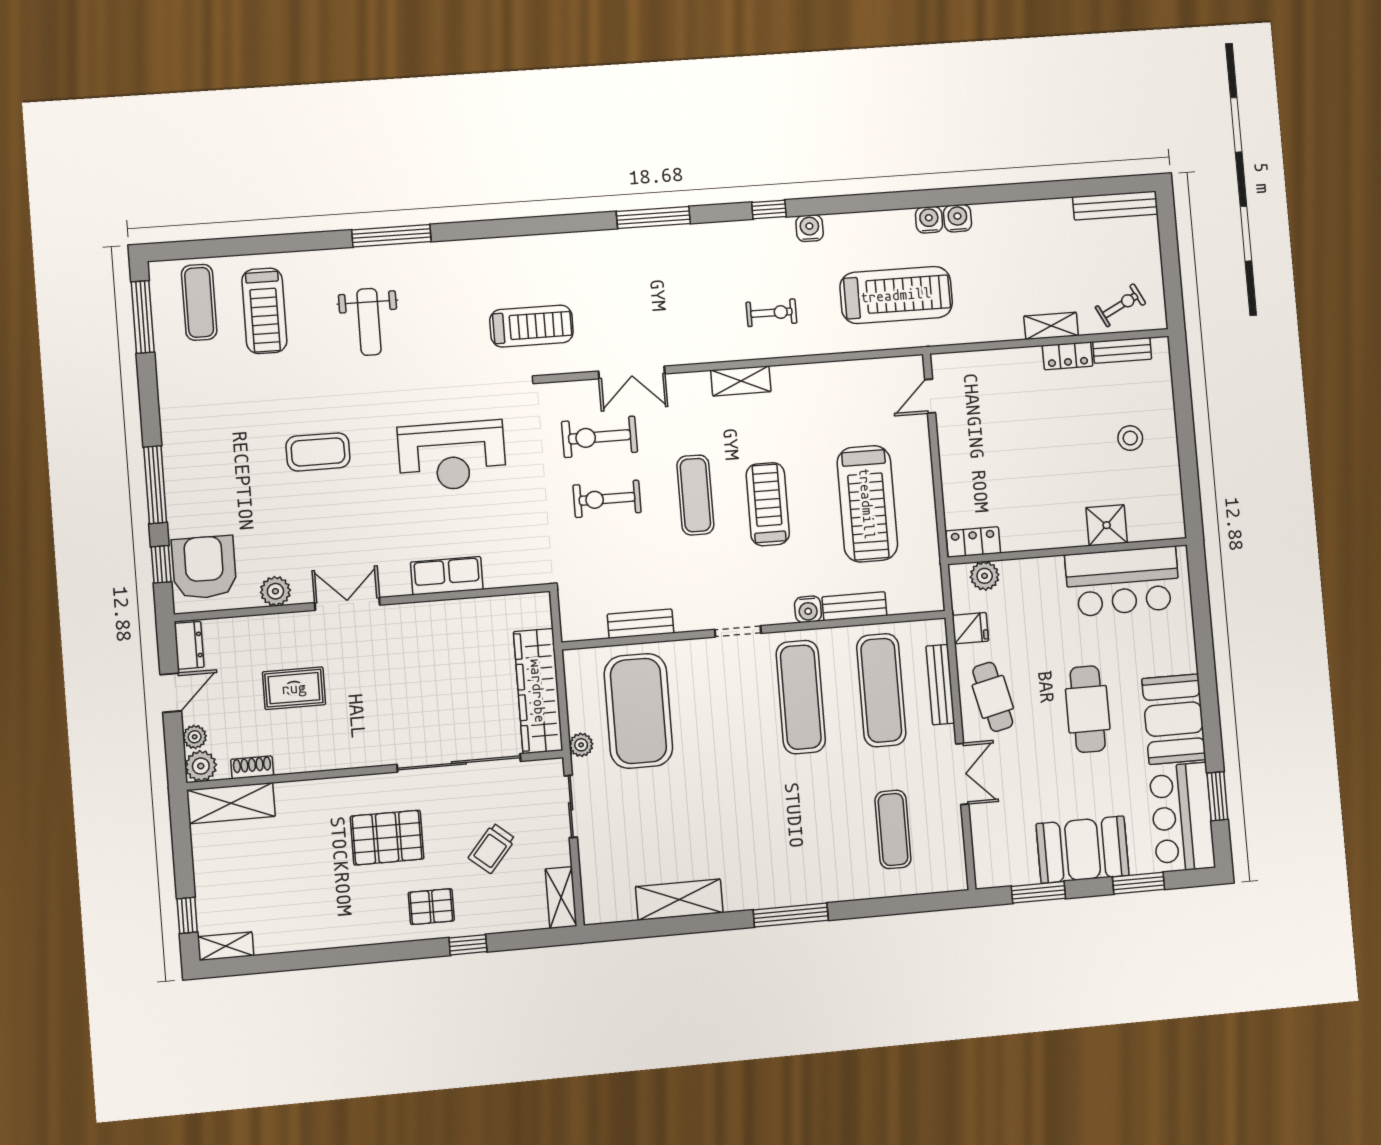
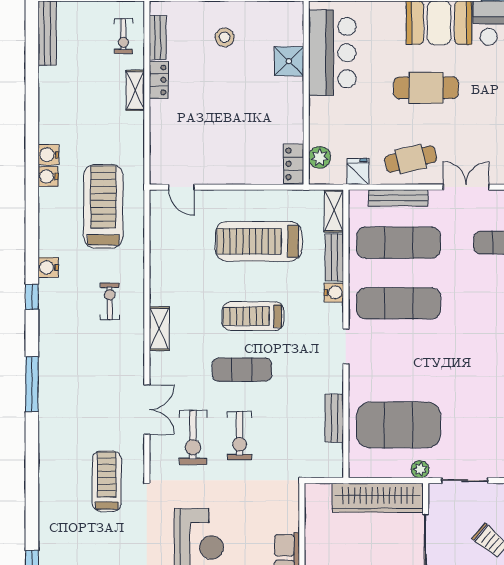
exercise bike: (1120, 305) -> (123, 36), turned -153
treadmill: (867, 504) -> (259, 241), turned 180
shelving: (916, 601) -> (334, 211), added

